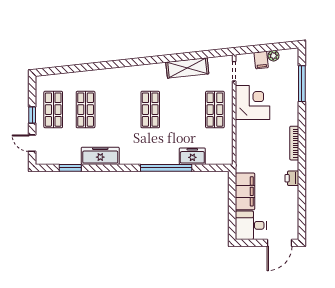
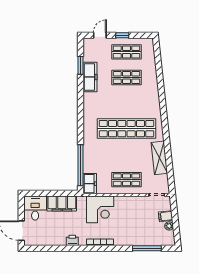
corner desk: (253, 102) -> (100, 209), moved
shop shelf: (150, 110) -> (126, 129), width x2.00, depth x1.36
freezer: (100, 156) -> (90, 77), moved
freezer: (192, 156) -> (90, 184), moved
window: (166, 168) -> (80, 165), moved

